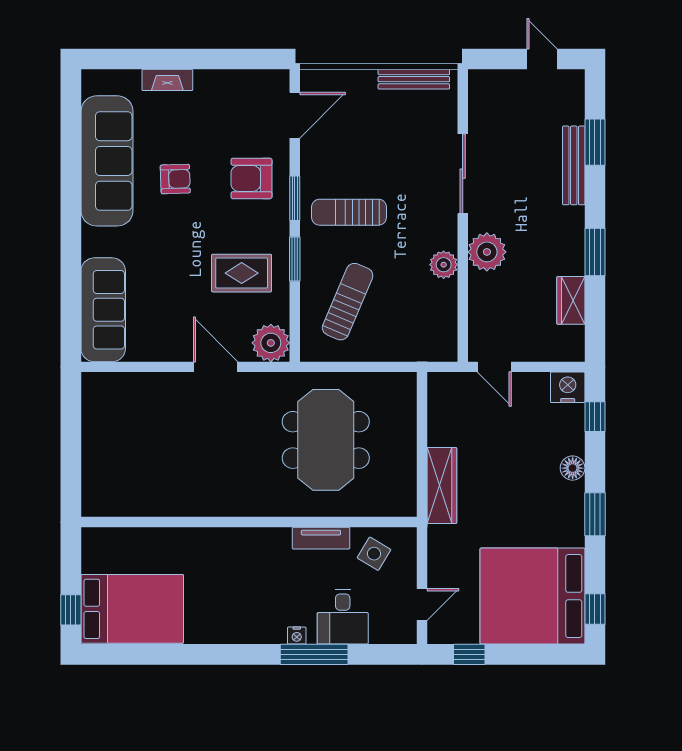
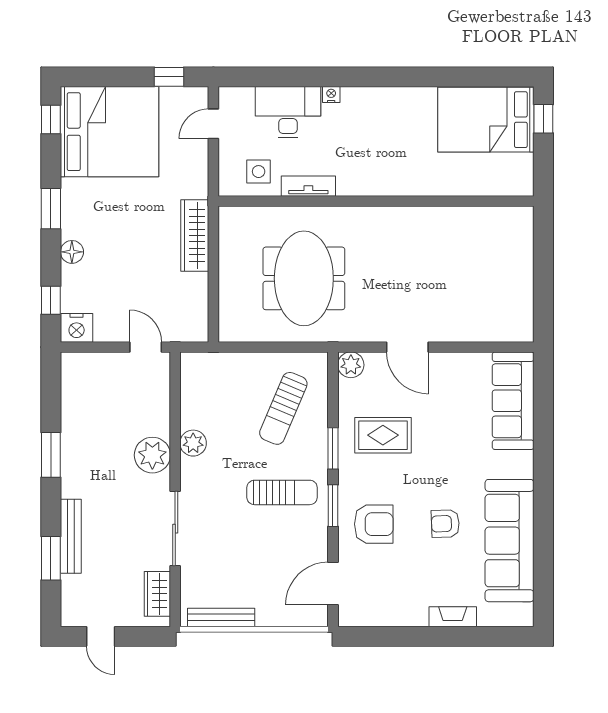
wardrobe: (571, 300) -> (157, 594), moved, turned 180
plant: (271, 343) -> (351, 365), width x0.73, depth x0.73
side table: (374, 554) -> (259, 172), turned -31
desk: (343, 617) -> (288, 112), width x1.37
window: (314, 654) -> (315, 77), removed

